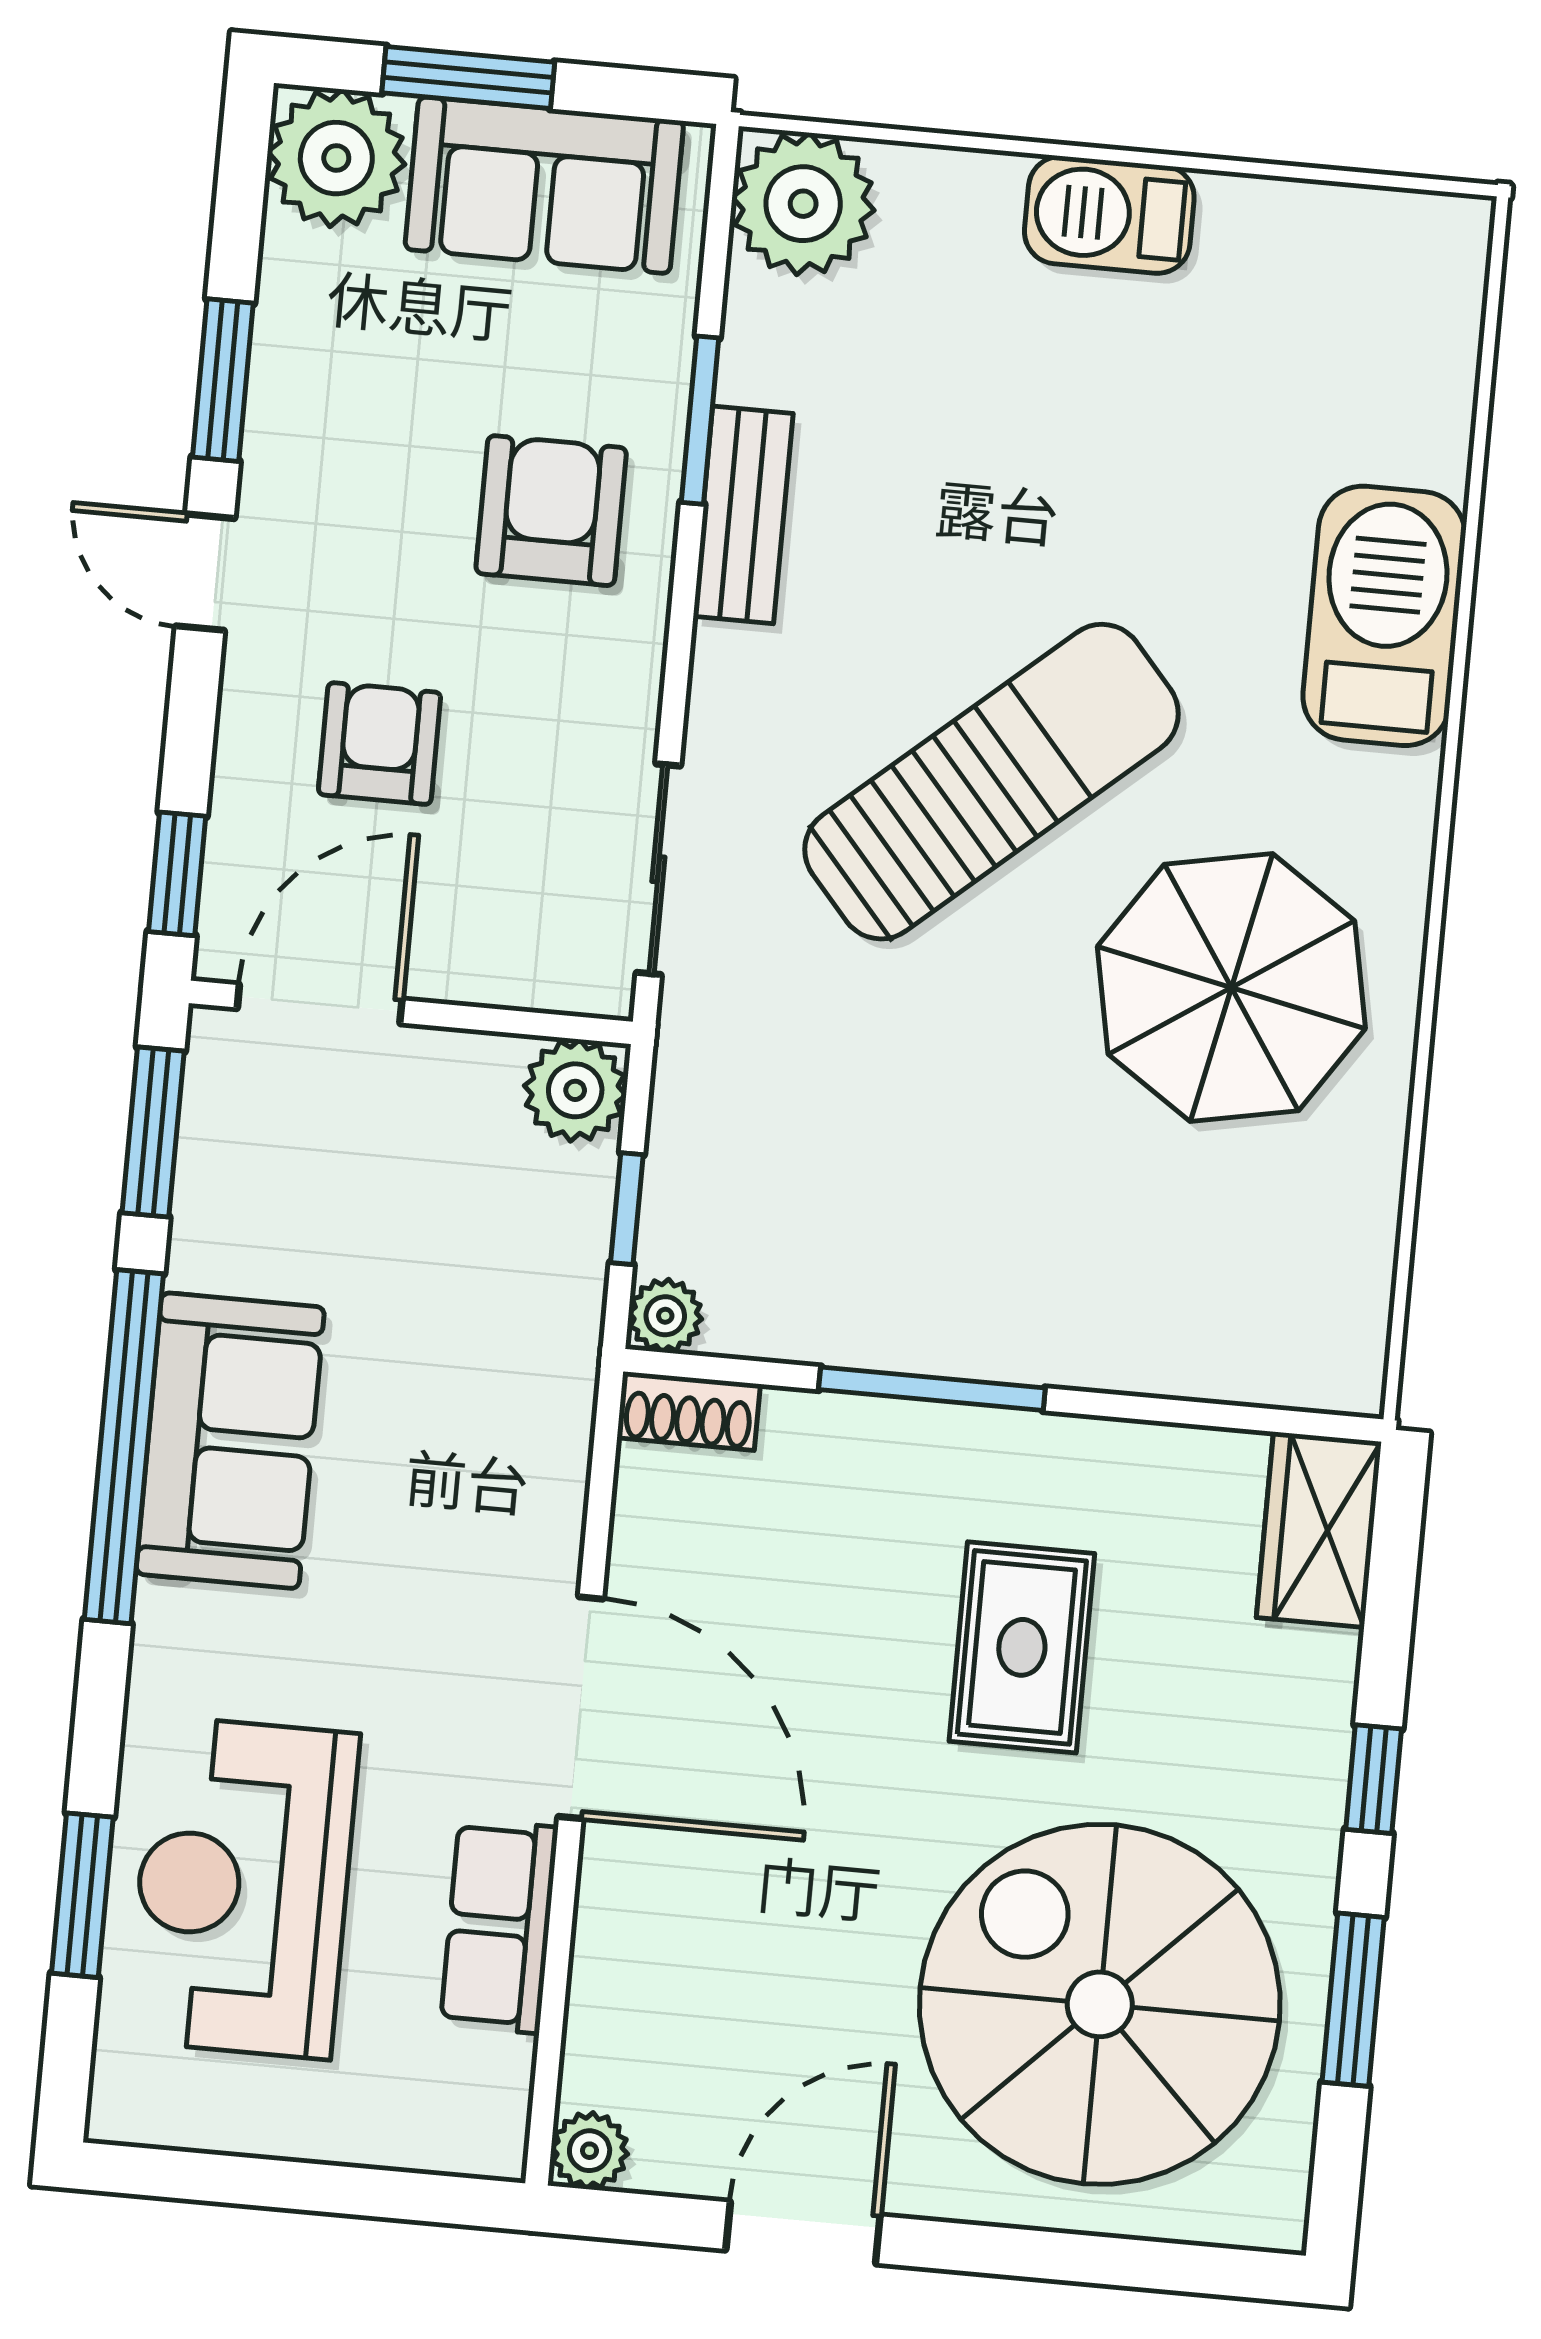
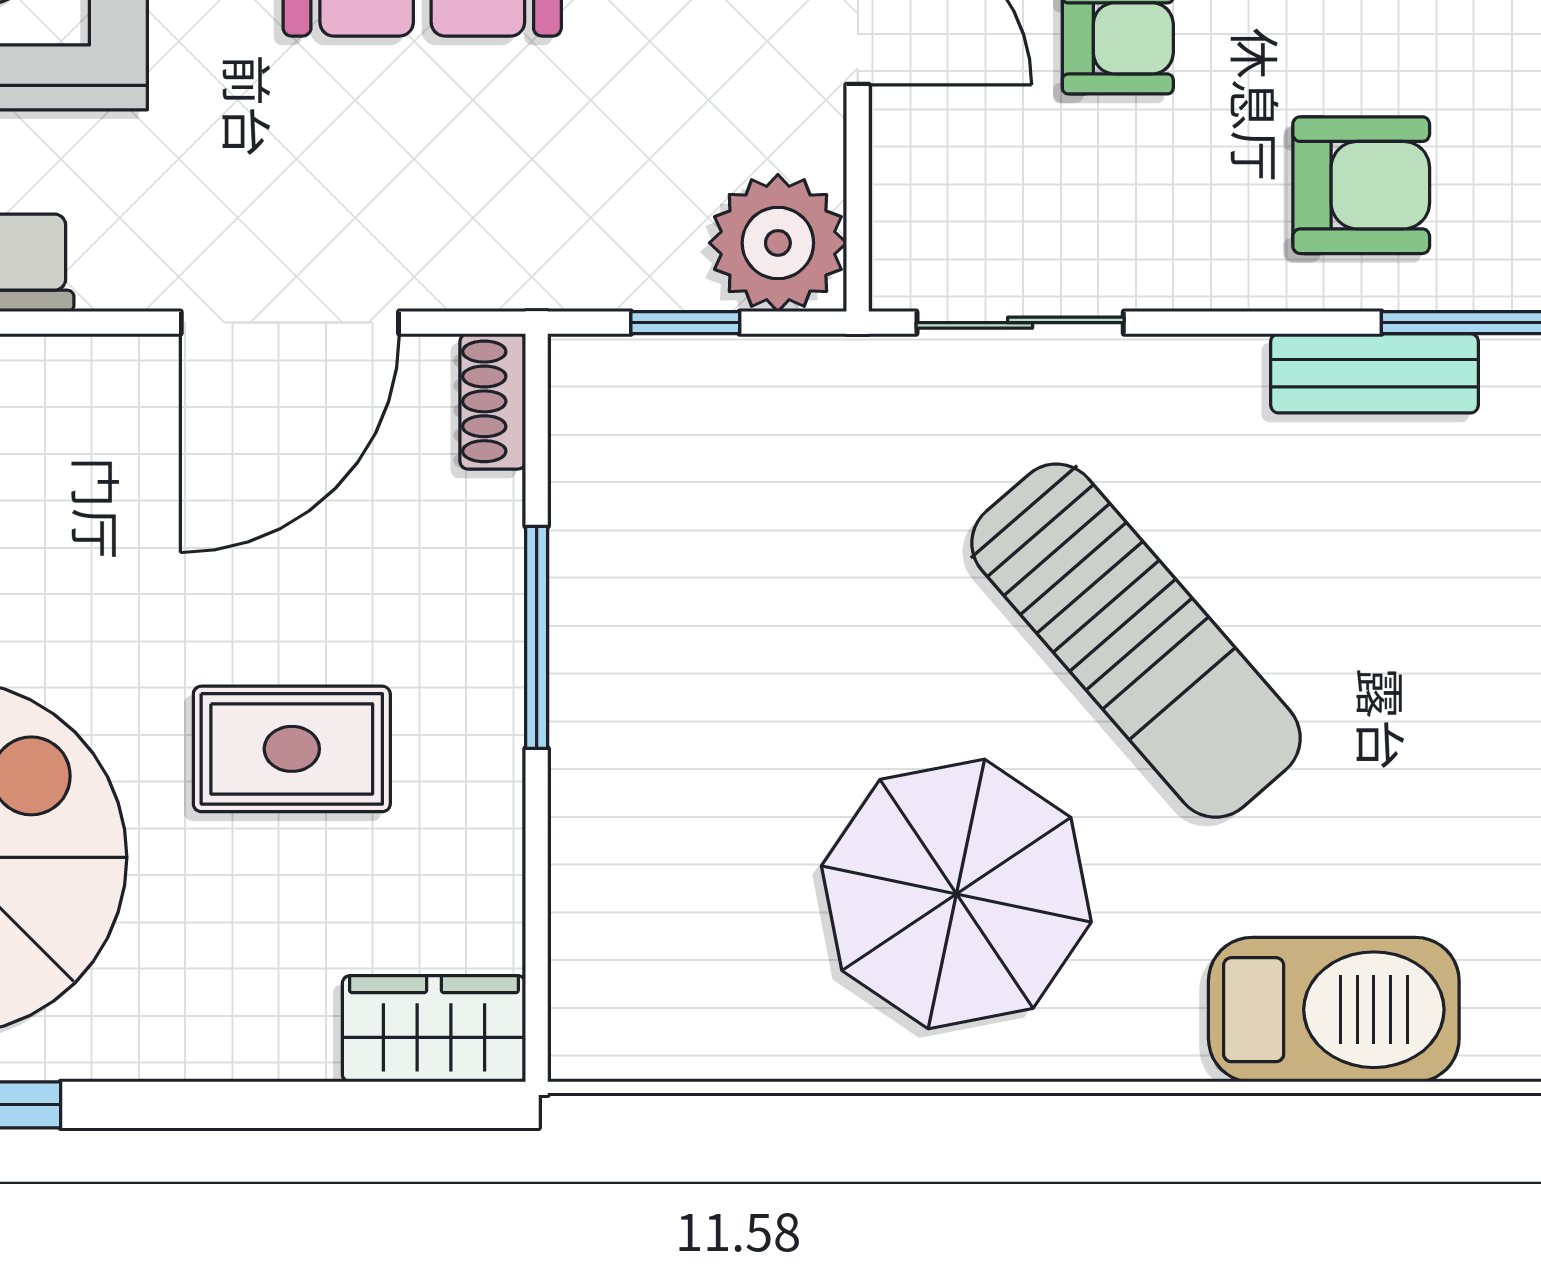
plant: (575, 1090) -> (778, 243), width x1.36, depth x1.36
plant: (665, 1316) -> (584, 370), removed
door: (581, 1708) -> (290, 323), moved
window: (1374, 1779) -> (195, 1105), removed

